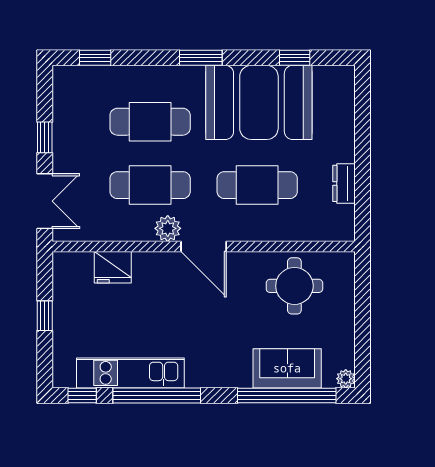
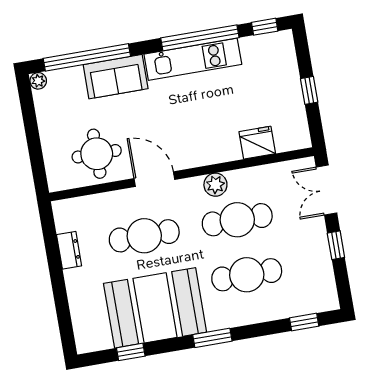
door: (204, 247) -> (154, 179), moved
sofa: (287, 368) -> (116, 77), moved
kitchen unit: (130, 373) -> (193, 59), moved

